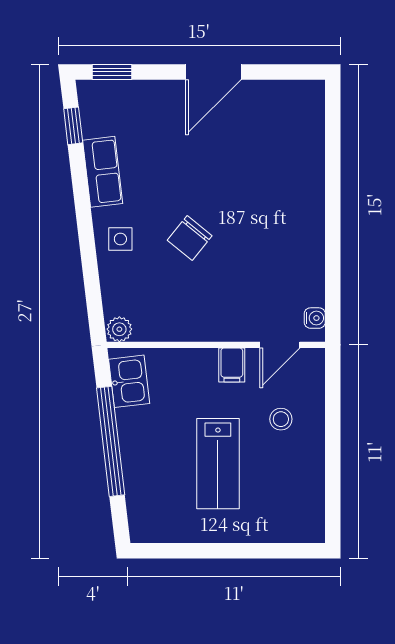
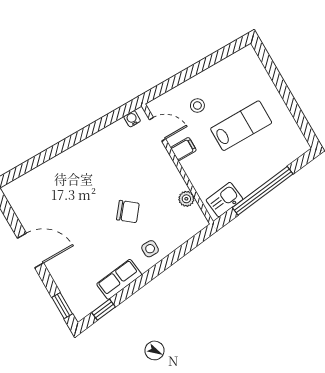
plant: (119, 329) -> (186, 199), moved

